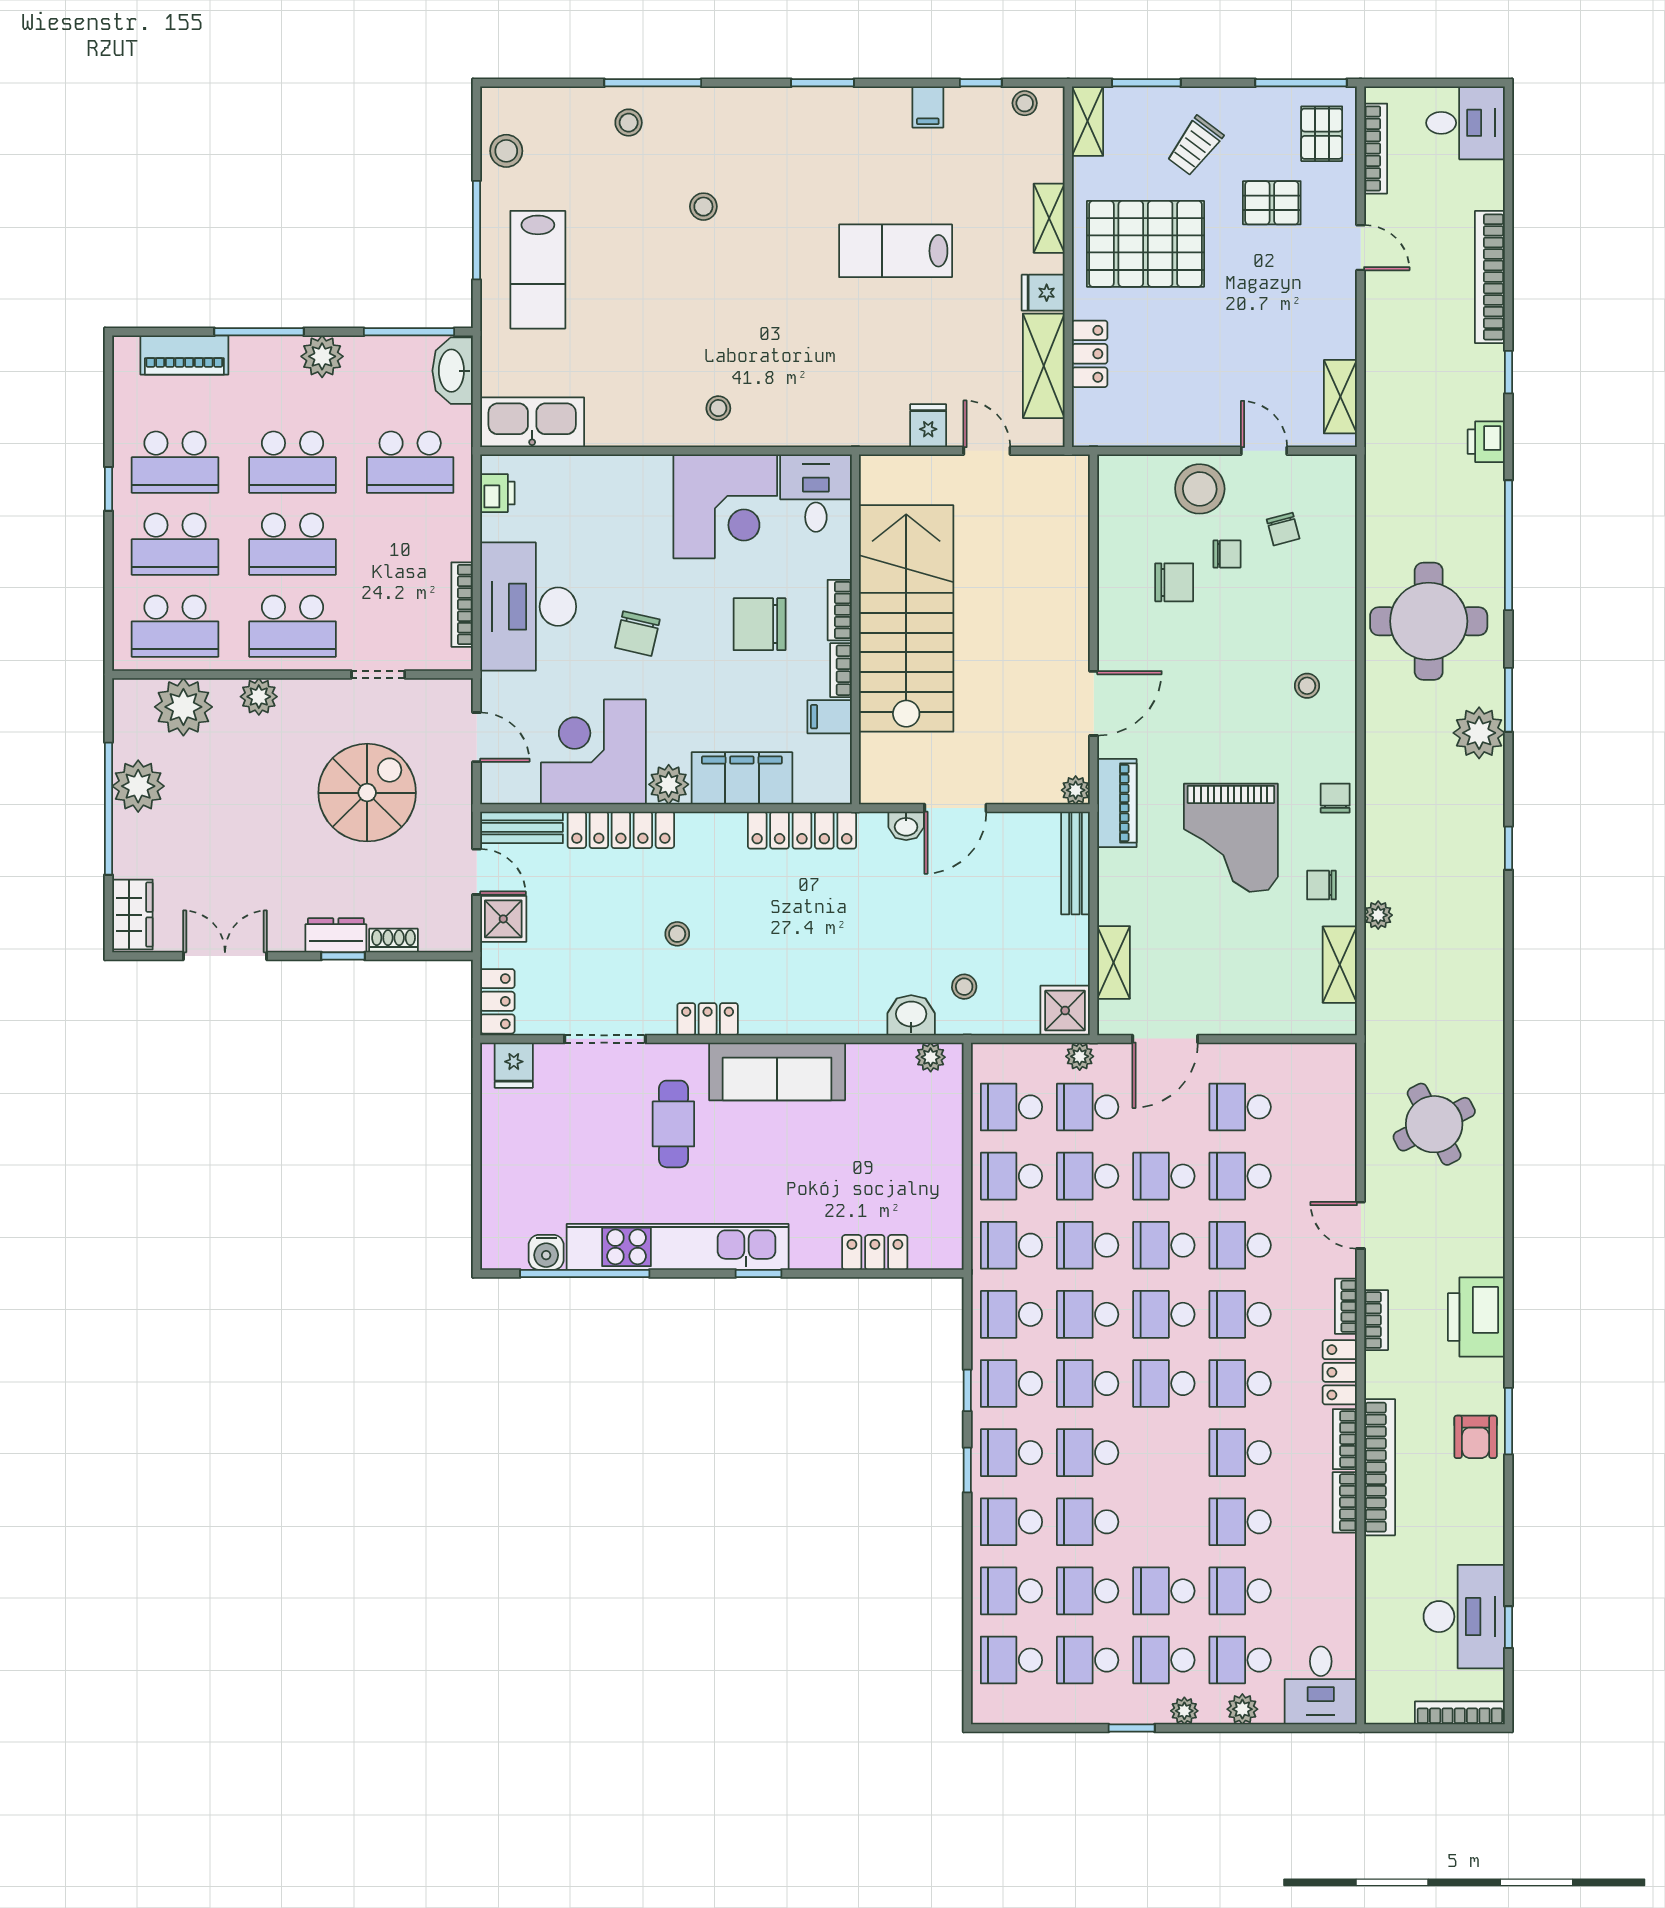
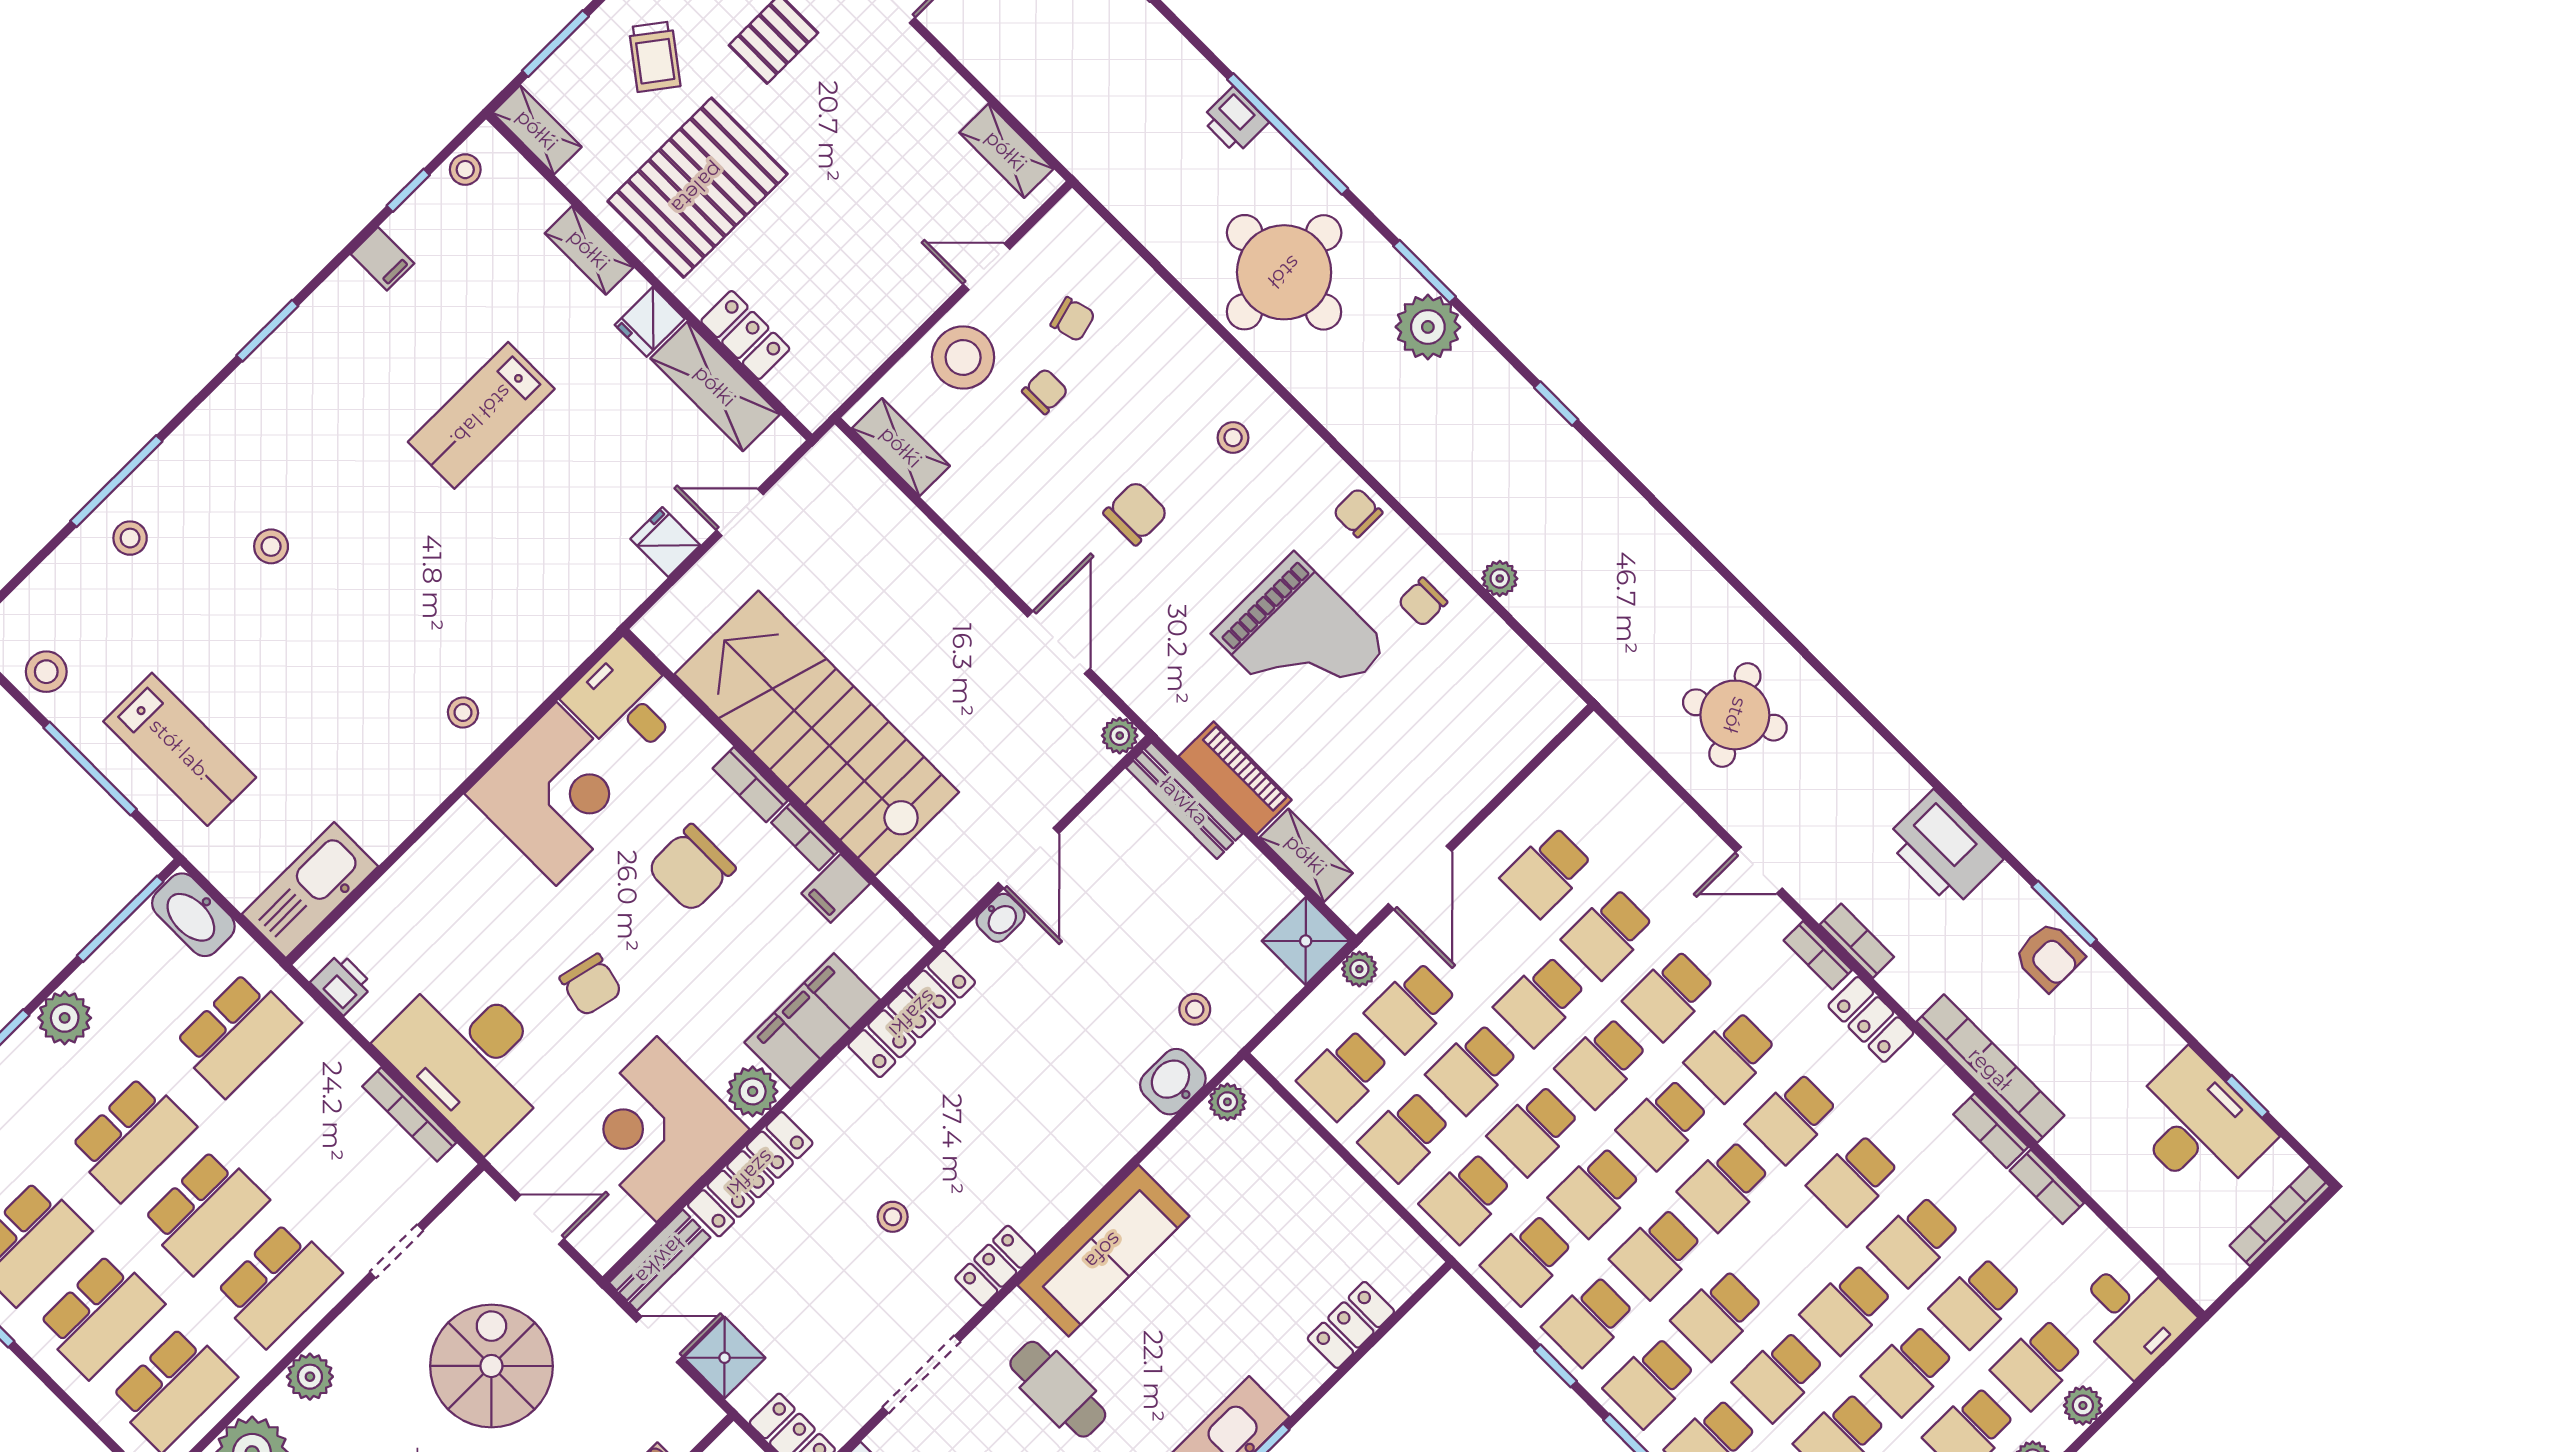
printer: (1486, 442) -> (1235, 120), moved
chair: (1174, 582) -> (1136, 513), moved
piano: (1117, 803) -> (1235, 778), moved
shelving: (1340, 965) -> (901, 447), moved
bookcase: (1345, 1439) -> (2047, 1187), moved
school desk: (1164, 1522) -> (1847, 1308), added

